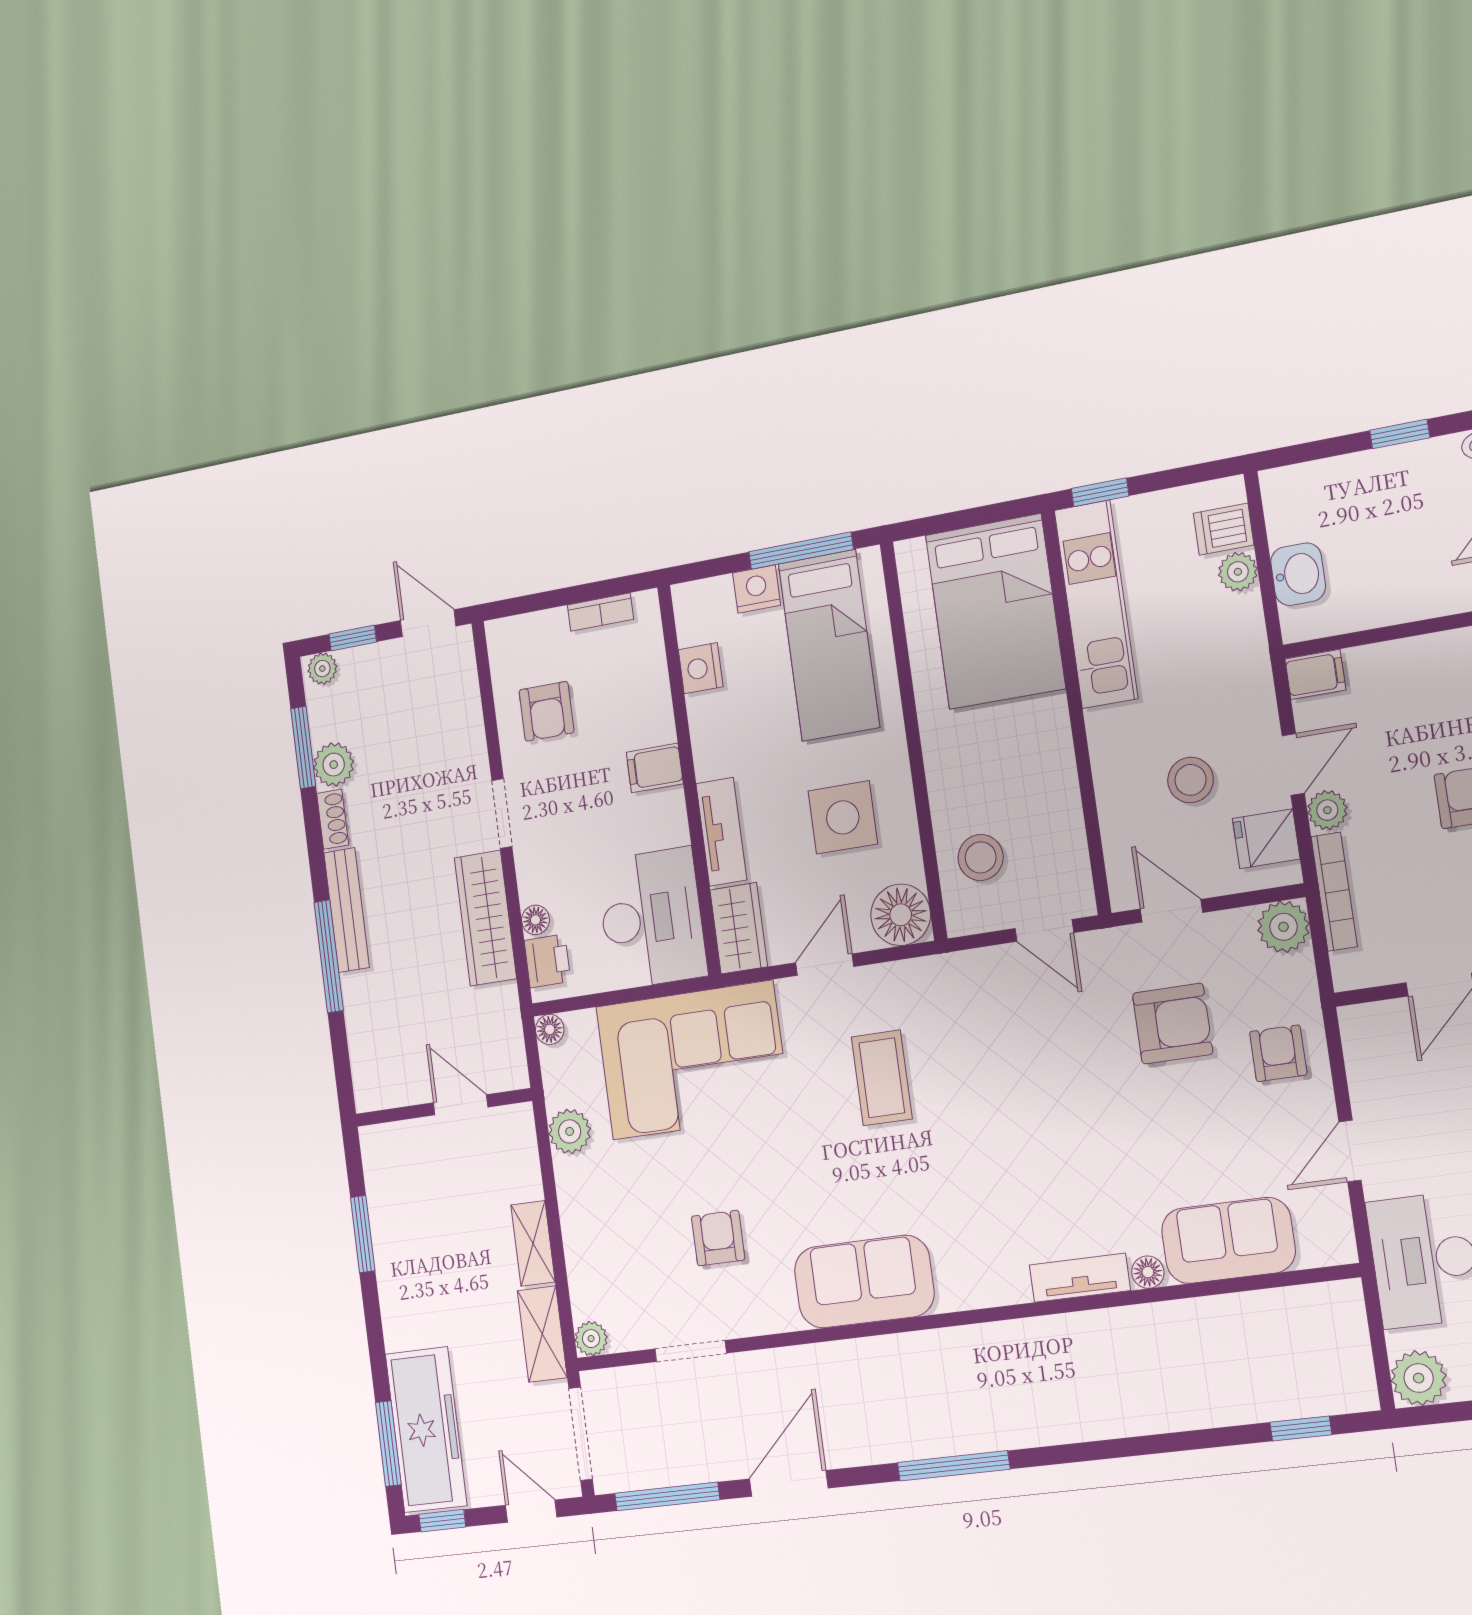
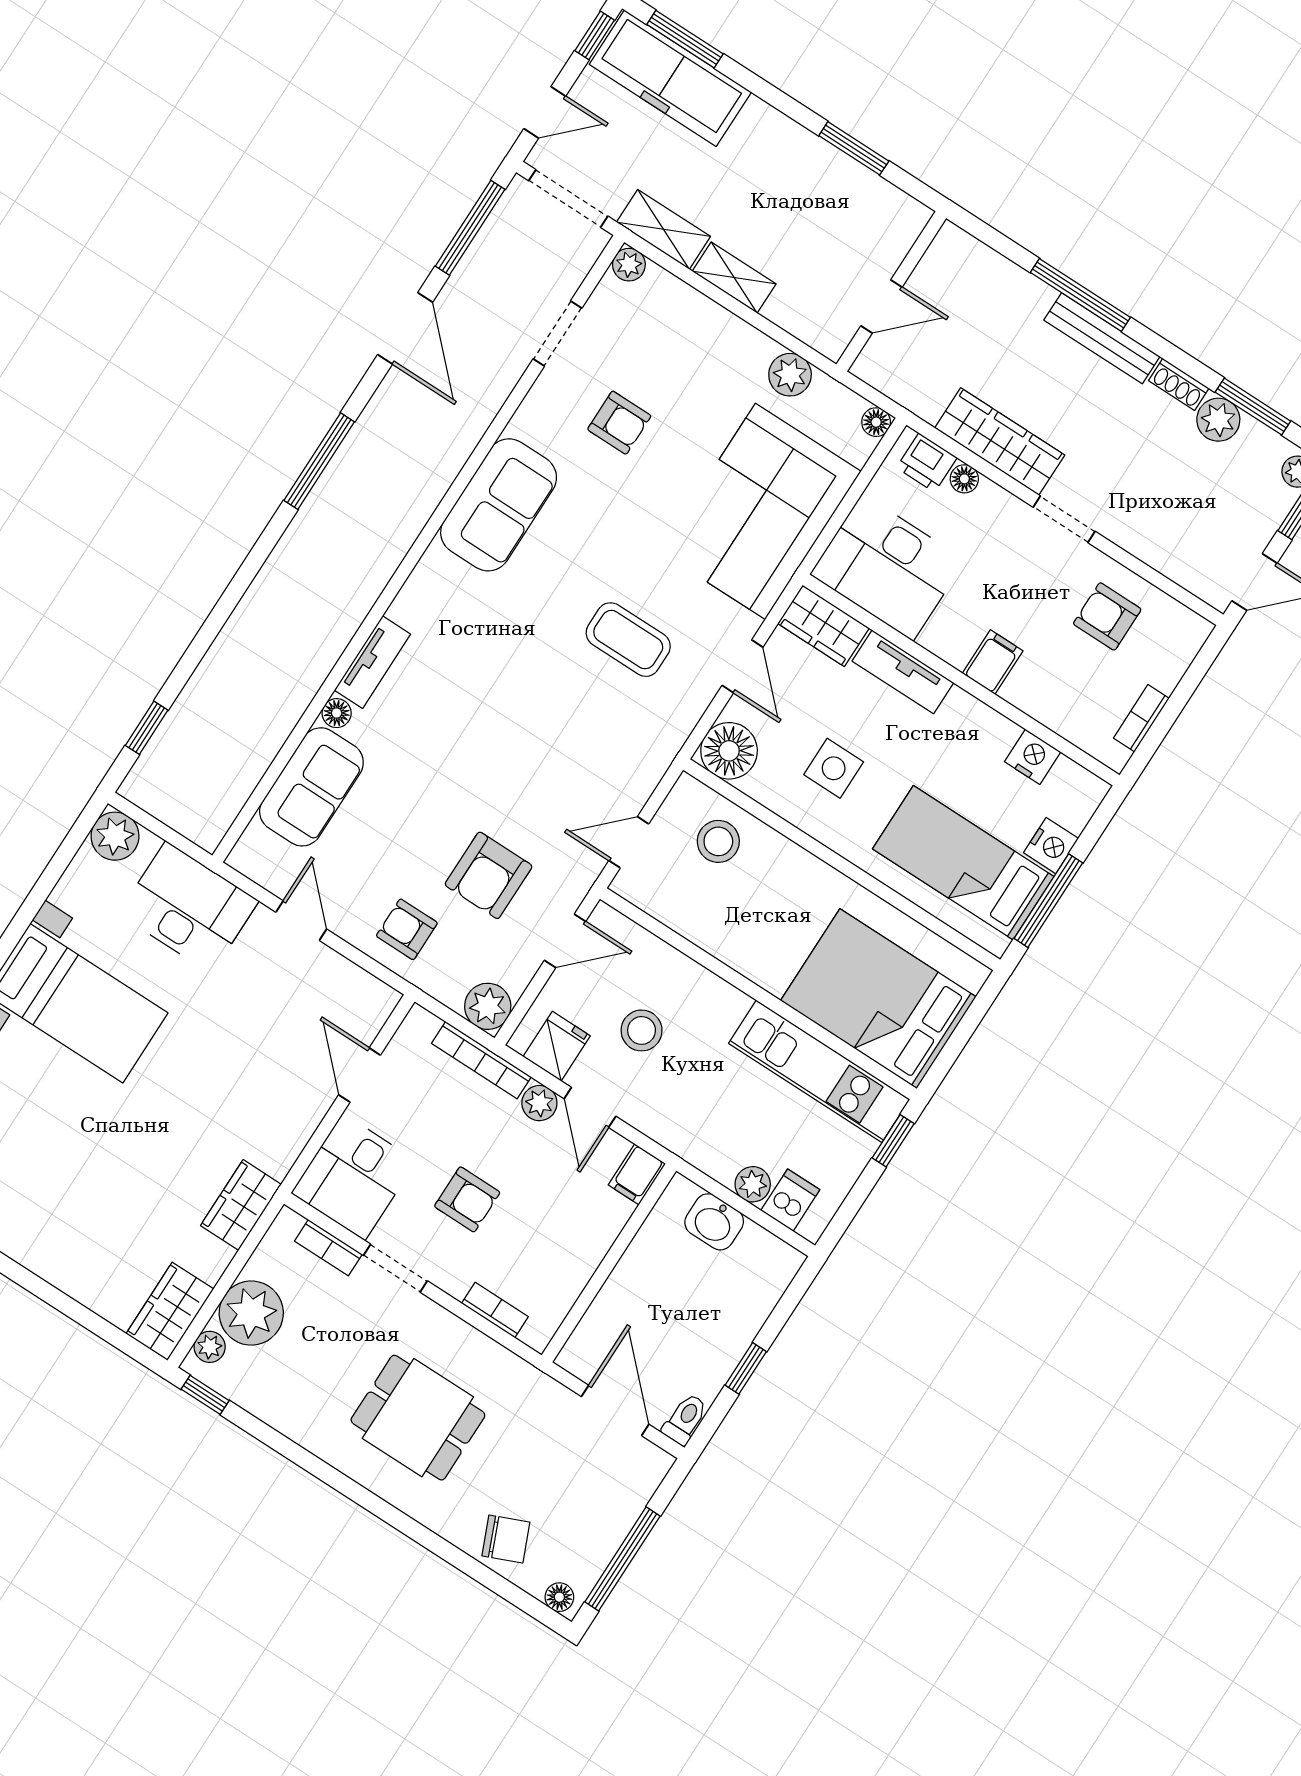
side table: (843, 817) -> (834, 768), width x0.73, depth x0.73
armchair: (1278, 1053) -> (407, 929), turned 180

